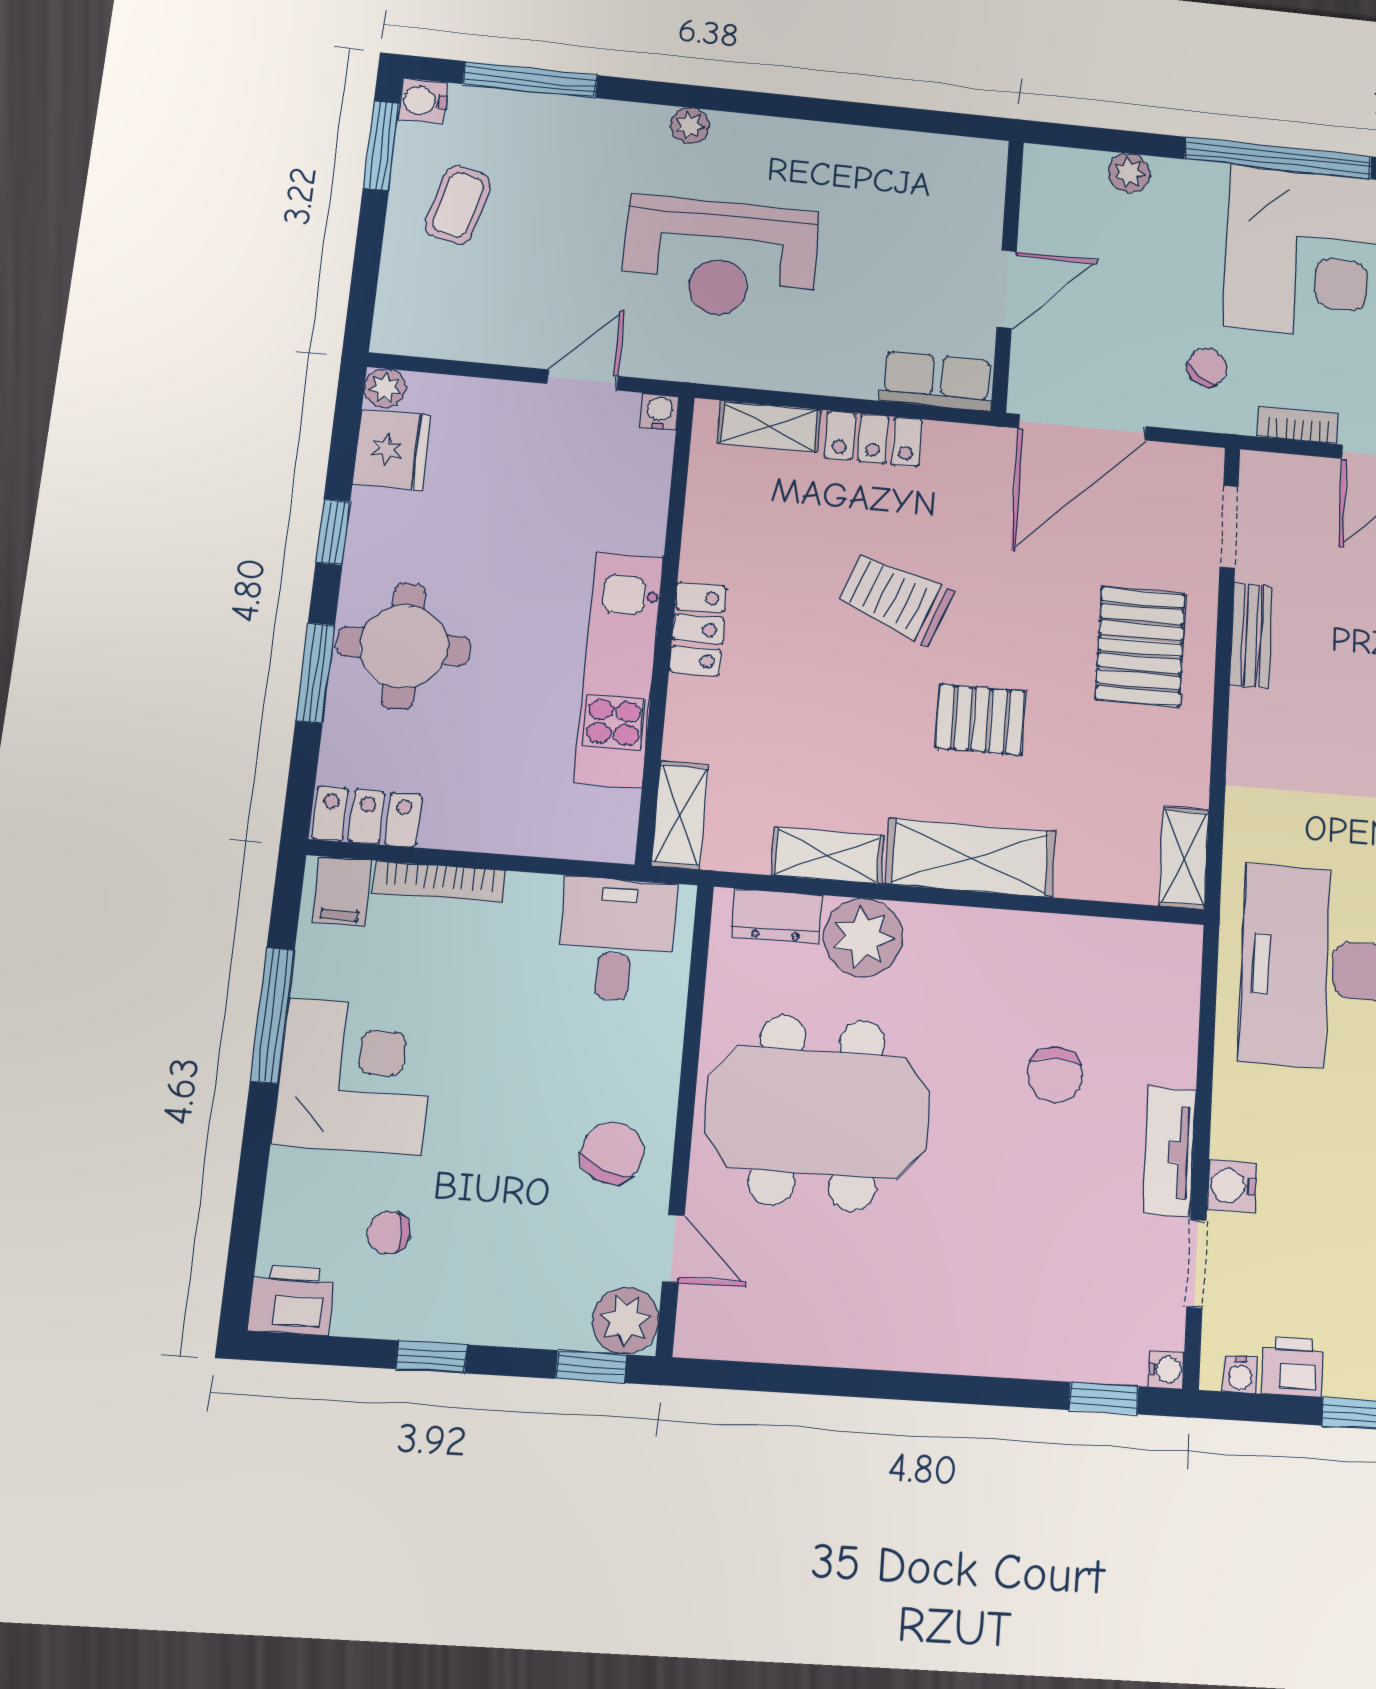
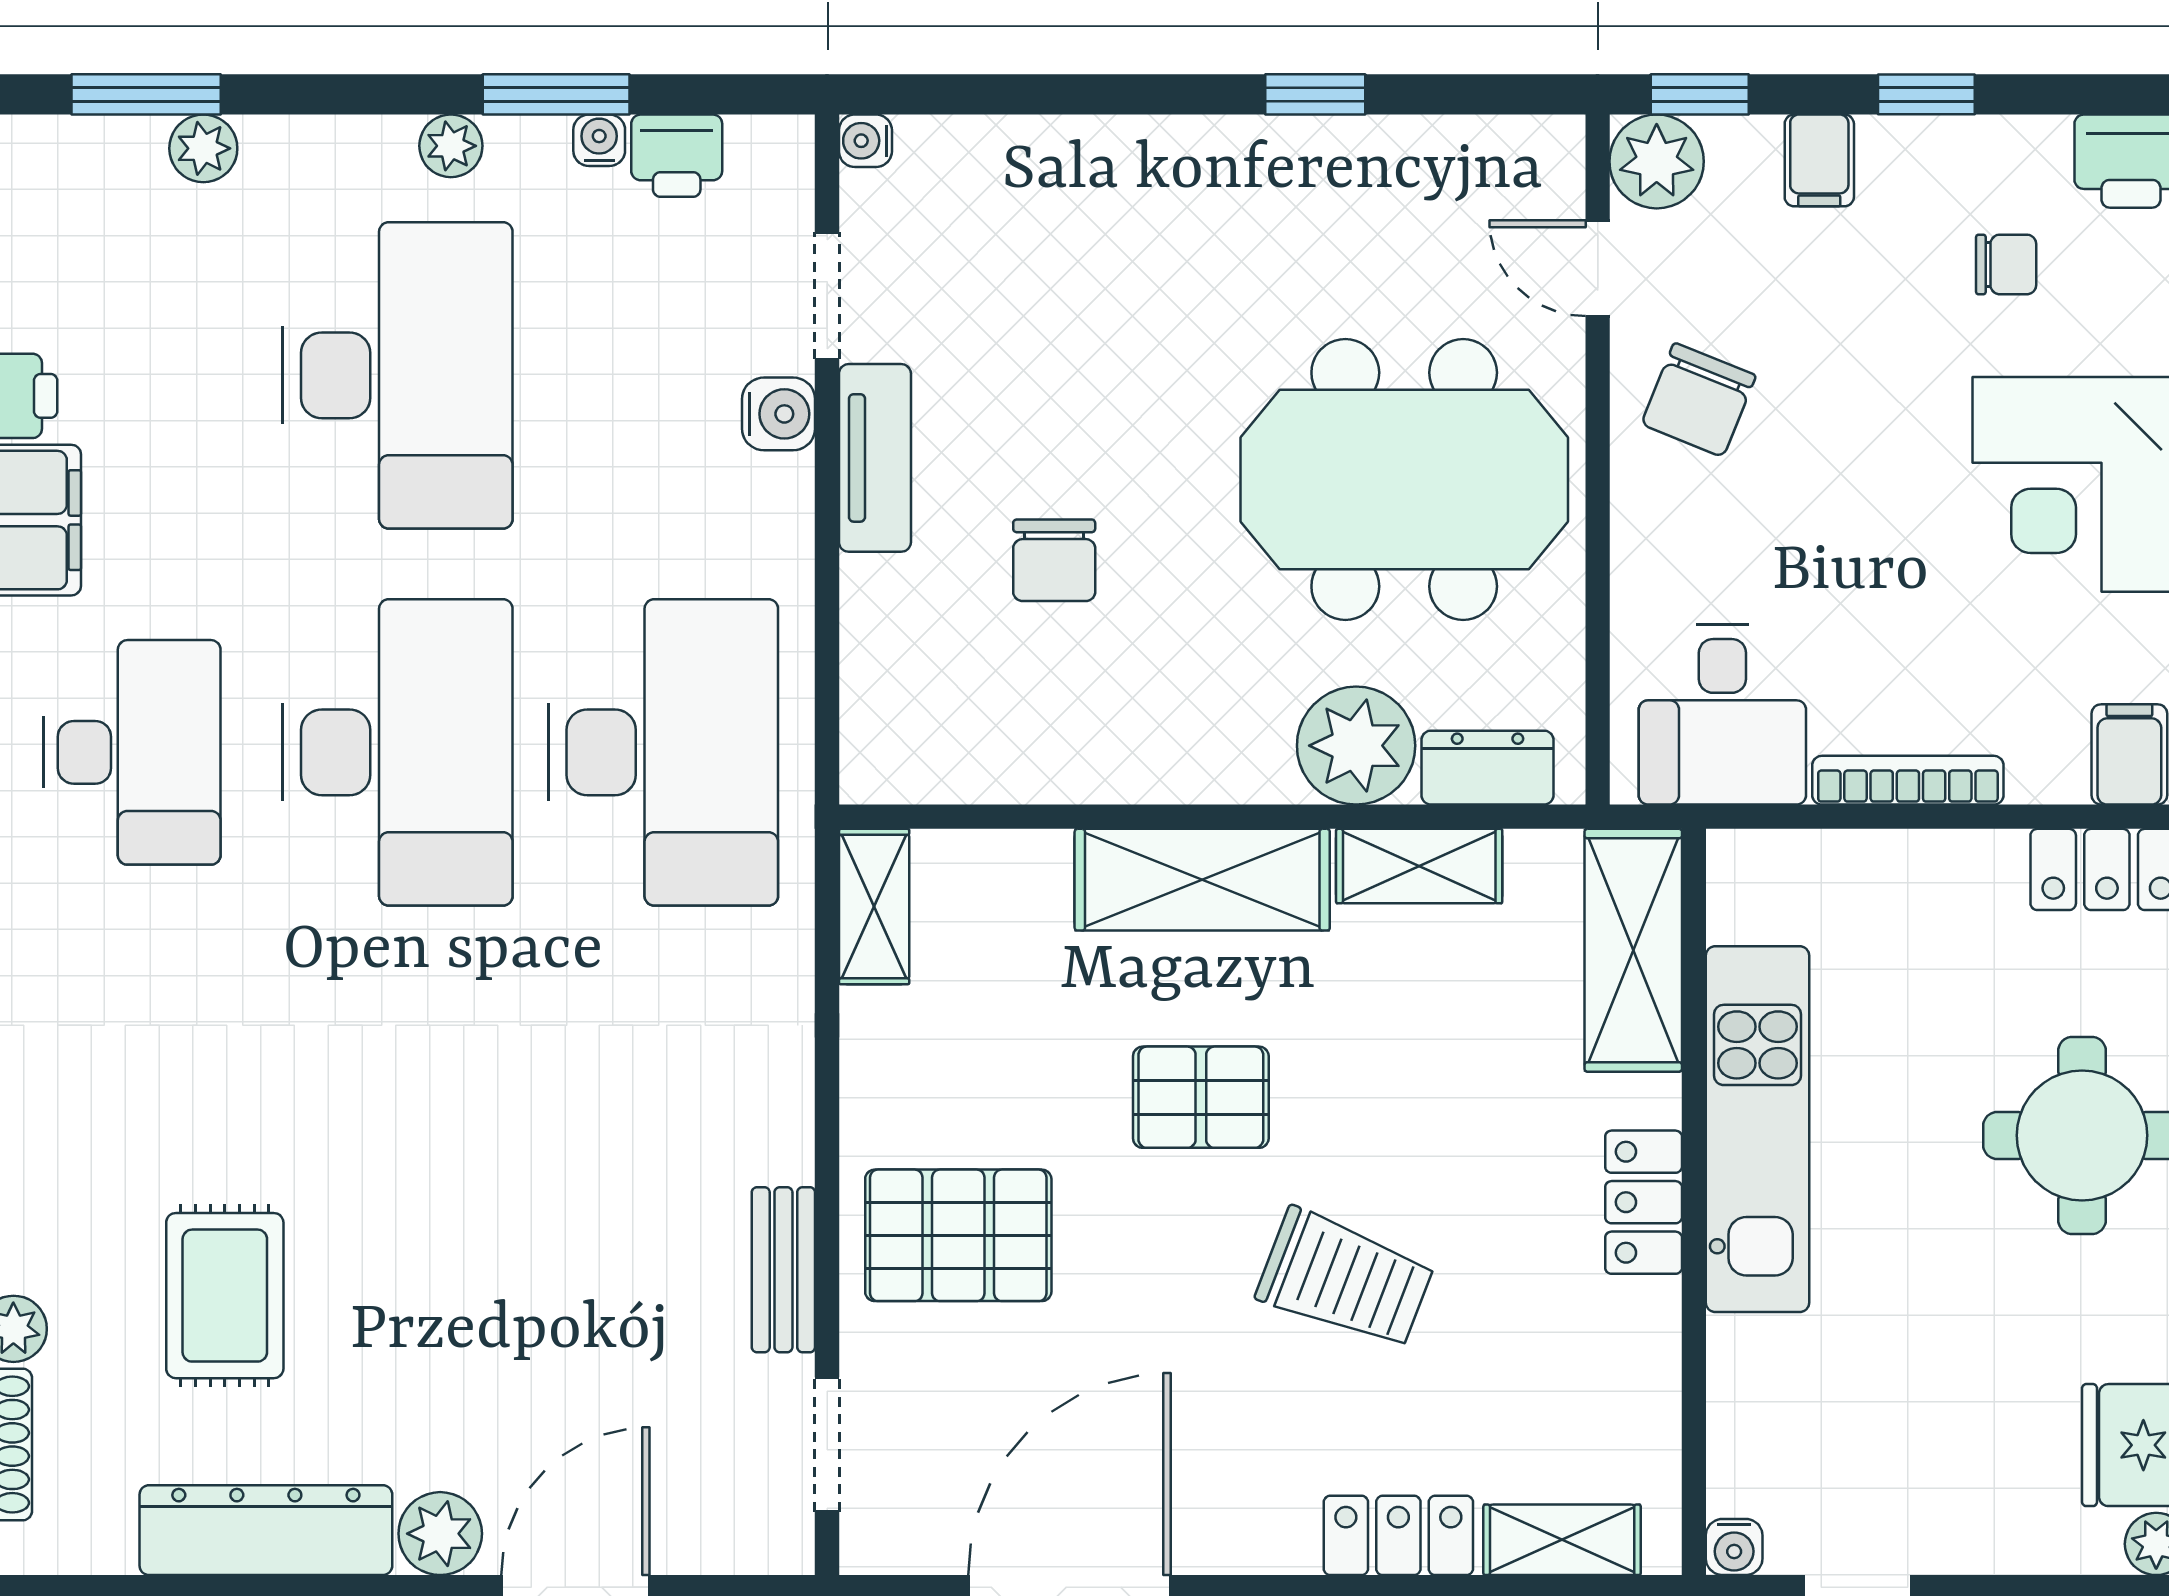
pallet: (1141, 647) -> (958, 1235), turned 90
shelving: (680, 815) -> (1633, 950), width x1.50, depth x1.33
bookcase: (440, 882) -> (1908, 780), moved
chair: (1055, 1075) -> (1054, 560), turned 180
filing cabinet: (512, 1314) -> (1819, 160), added
water cooler: (1240, 1374) -> (599, 140), moved
window: (1104, 1398) -> (1315, 94), moved

